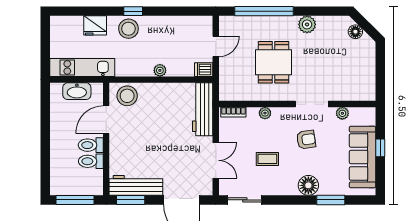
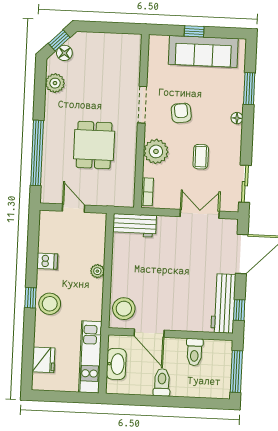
plant: (307, 24) -> (55, 83), moved
fridge: (95, 25) -> (44, 360), moved
window: (367, 26) -> (59, 40), added
dining table: (274, 62) -> (94, 145), turned 90
dishwasher: (204, 70) -> (47, 261), moved, turned -90
workbench: (203, 109) -> (135, 225), width x0.73
plant: (265, 113) -> (156, 151), width x1.88, depth x1.88
plant: (342, 113) -> (154, 71), removed
toilet: (91, 145) -> (162, 382), moved, turned 180
floor lamp: (308, 185) -> (237, 118), width x0.53, depth x0.53
window: (131, 200) -> (239, 310), width x0.67

